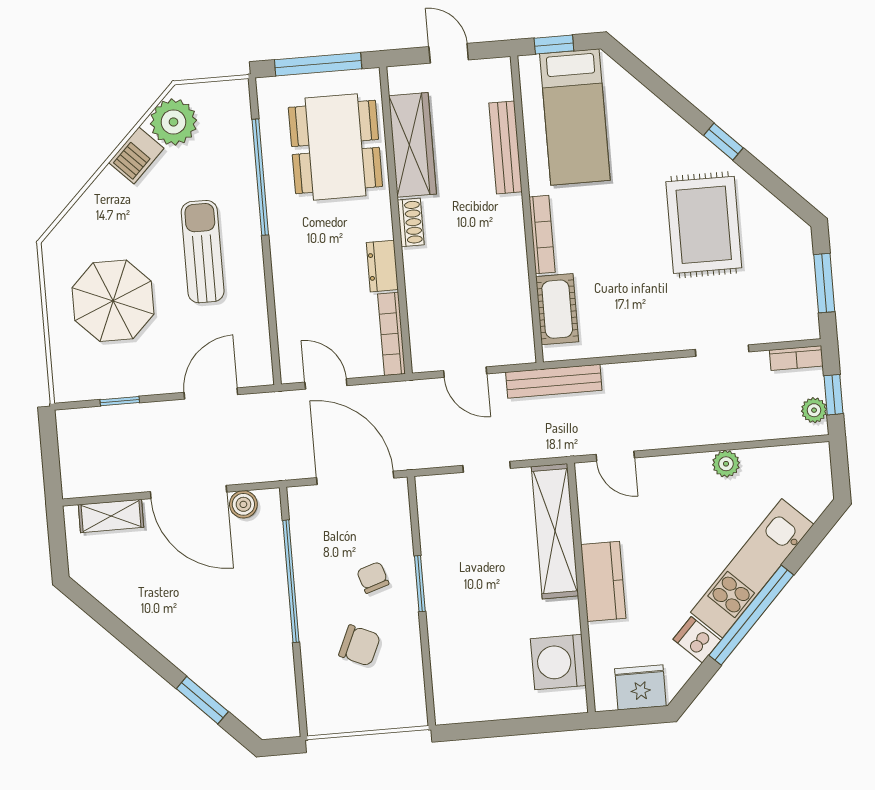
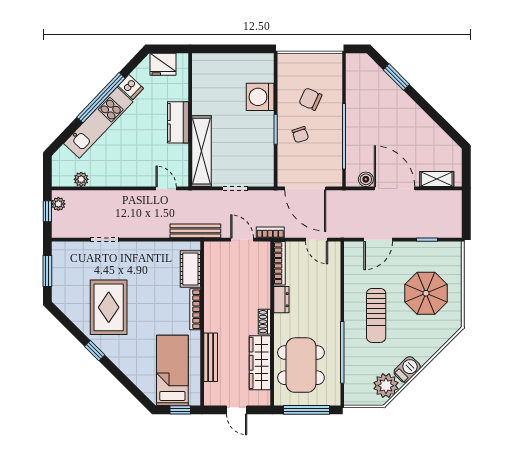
bookcase: (796, 358) -> (270, 232), moved
plant: (726, 464) -> (81, 179), moved
washing machine: (558, 662) -> (260, 97), moved, turned 180

